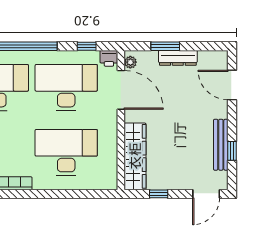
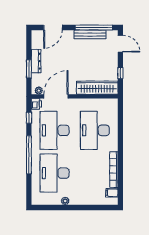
window: (232, 151) -> (94, 28), width x3.17

